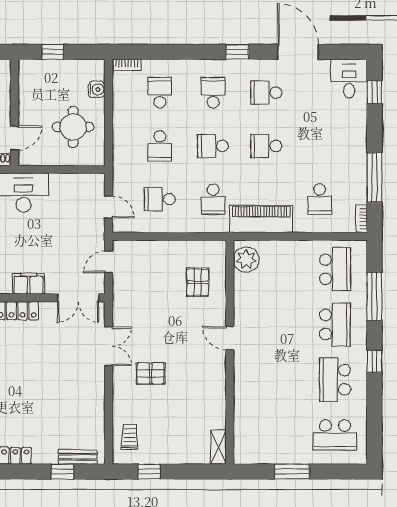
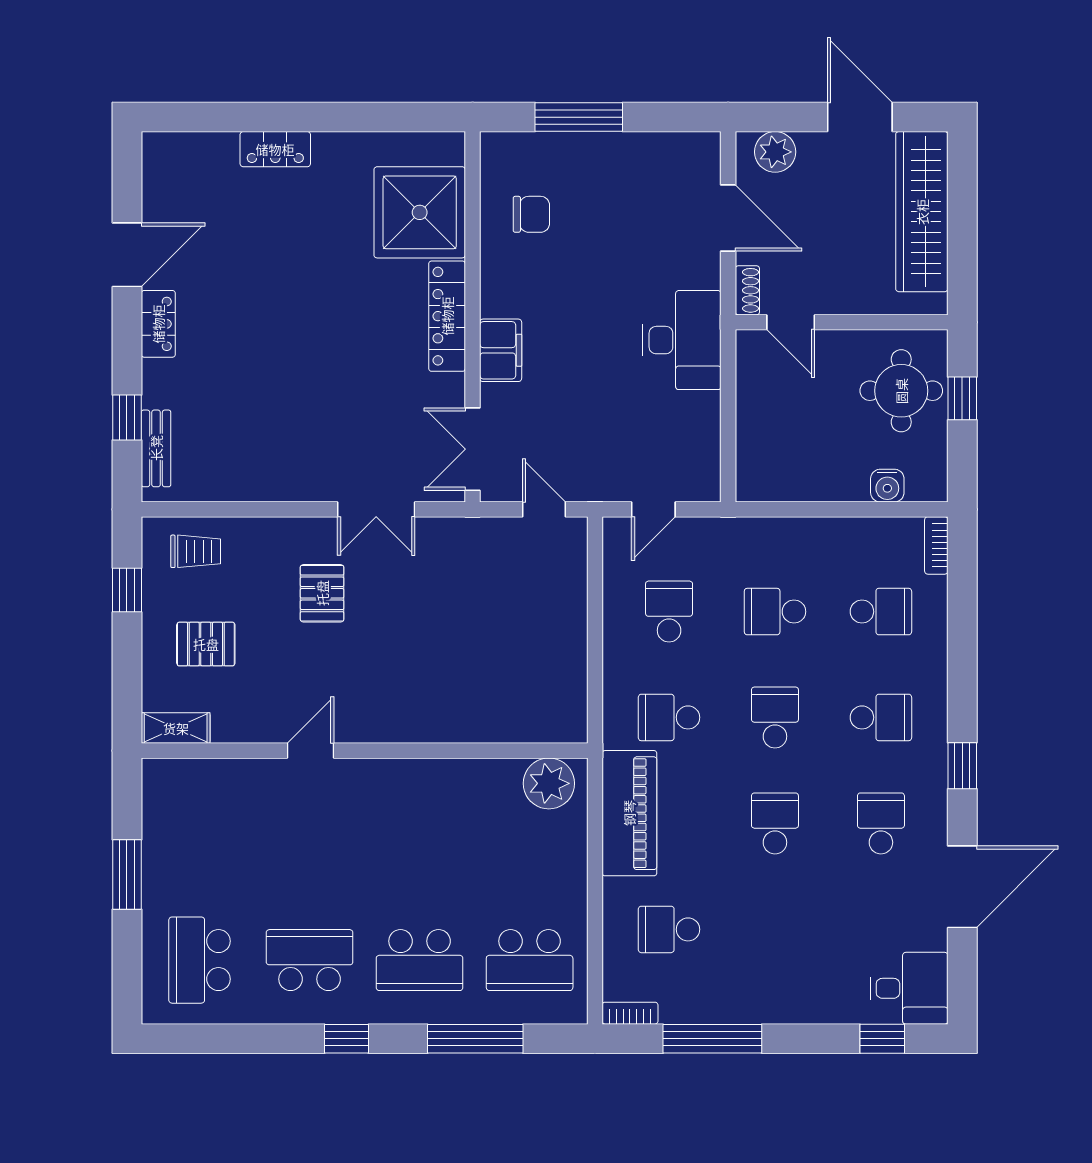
round table: (73, 127) -> (901, 391), moved
pallet: (198, 282) -> (206, 644), moved
door: (230, 338) -> (310, 751), moved

